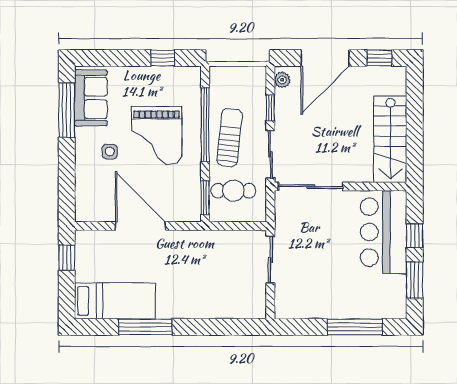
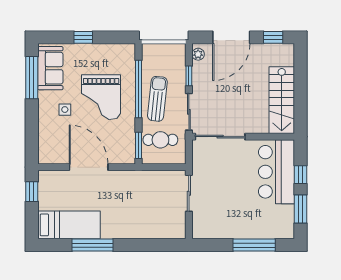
window: (163, 58) -> (83, 37), moved

